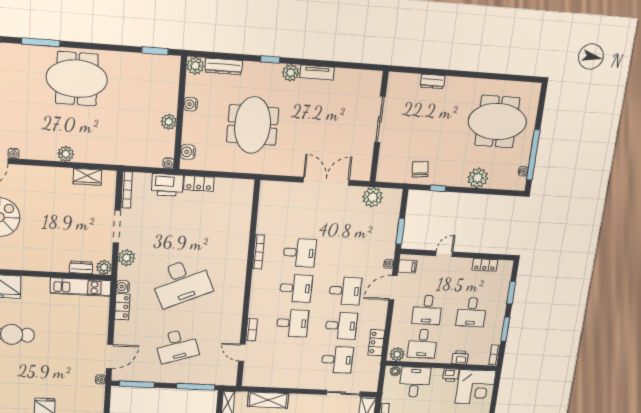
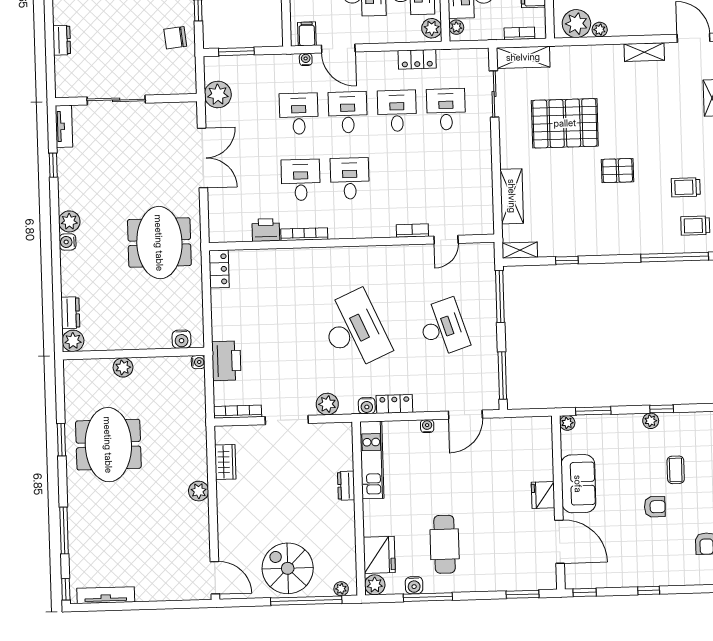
window: (155, 51) -> (61, 440), moved
window: (270, 59) -> (53, 165), moved
dresser: (224, 66) -> (70, 313), width x0.70
tv unit: (317, 73) -> (64, 126), moved
meeting table: (77, 79) -> (108, 445), moved
water cooler: (190, 104) -> (68, 242), moved, turned 90
plant: (169, 122) -> (123, 367), moved
meeting table: (253, 125) -> (159, 243), moved, turned 90
water cooler: (13, 153) -> (204, 555), removed
double door: (326, 181) -> (202, 158), swing flipped
locker: (199, 183) -> (219, 269), moved
printer: (265, 224) -> (266, 230), added
window: (400, 231) -> (236, 52), moved
dresser: (81, 267) -> (346, 486), moved
plant: (104, 267) -> (343, 432), removed
desk: (292, 323) -> (299, 114), moved
door: (110, 356) -> (465, 415), swing flipped
water cooler: (101, 379) -> (427, 426), moved

